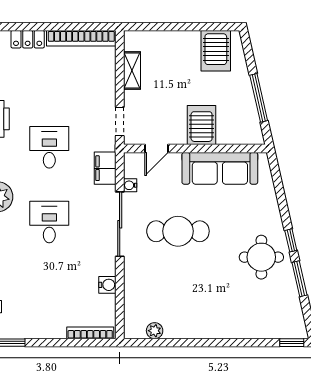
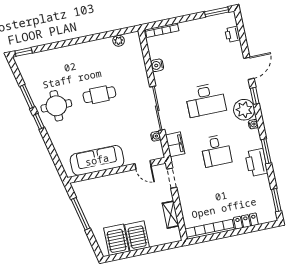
server rack: (202, 125) -> (137, 236), moved, turned 180
door: (156, 148) -> (143, 165), swing flipped
desk: (49, 222) -> (206, 100), width x1.37
cafe table: (178, 231) -> (99, 95), moved, width x0.73, depth x0.74

